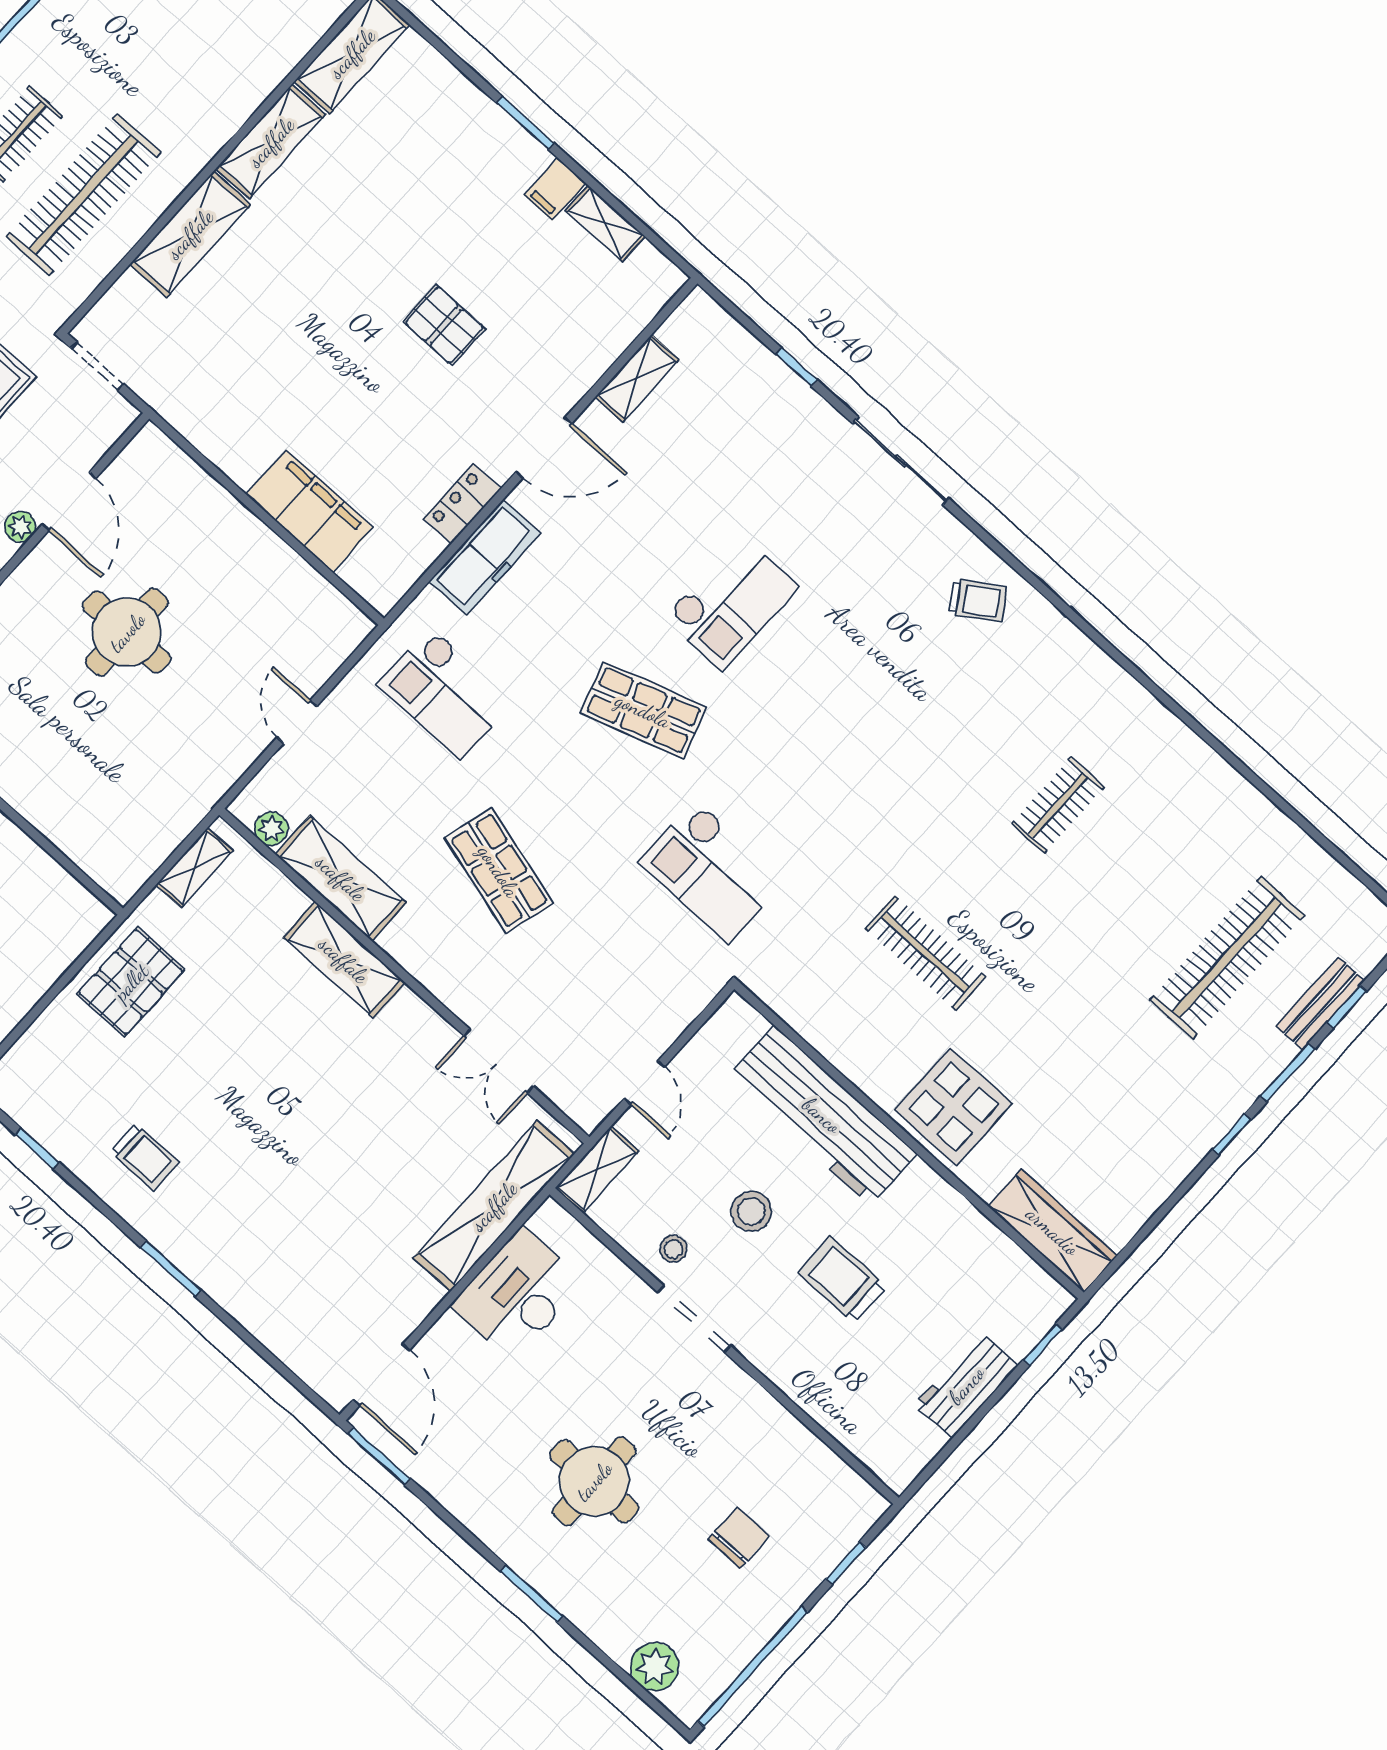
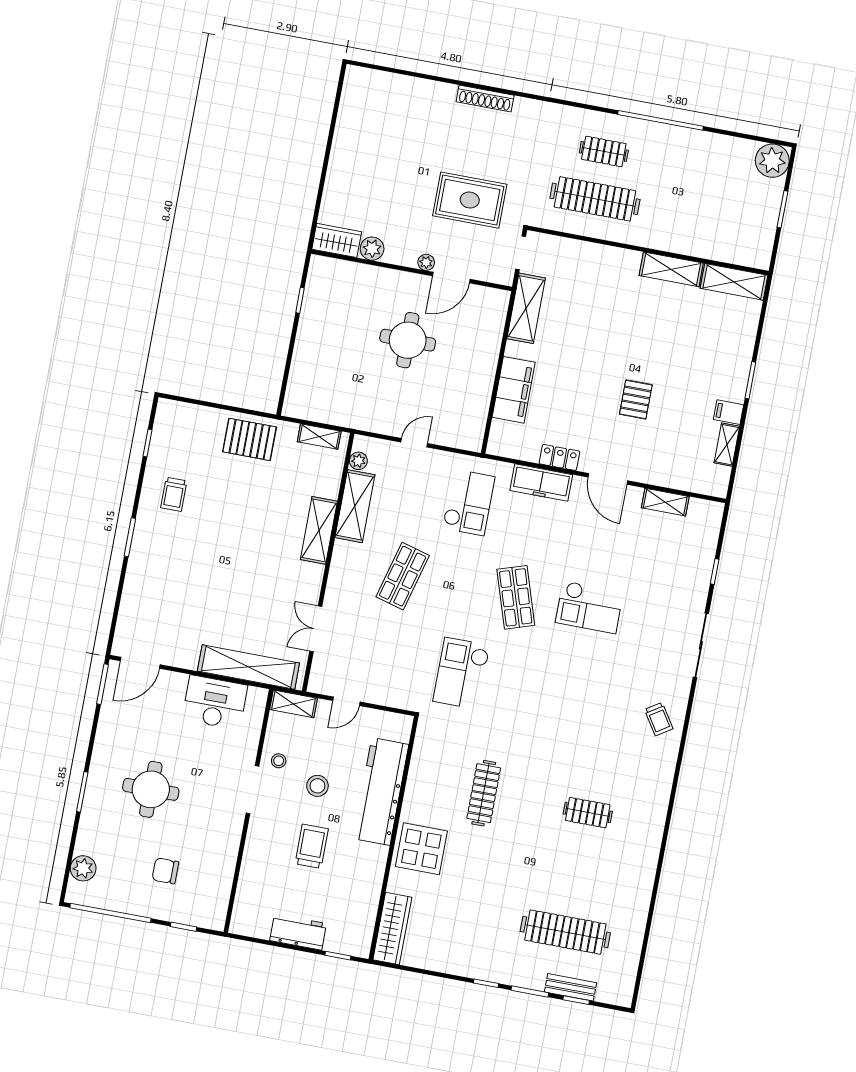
shelving: (190, 234) -> (526, 308), moved, turned 90
checkout: (446, 693) -> (469, 502), turned 180
chair: (739, 1538) -> (165, 871), turned 180

